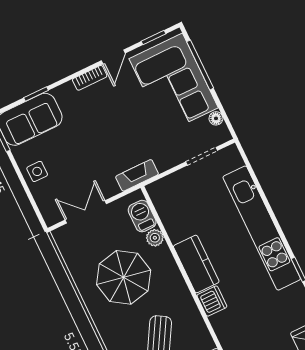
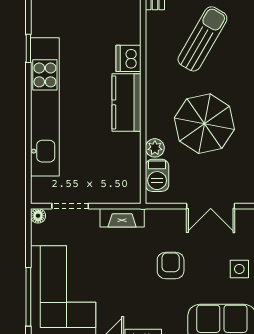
floor lamp: (216, 118) -> (38, 216), moved
armchair: (95, 147) -> (171, 266), added
fireplace: (137, 175) -> (122, 218), moved

